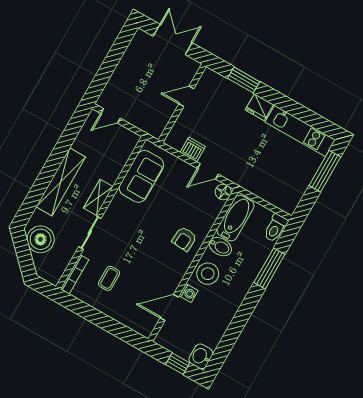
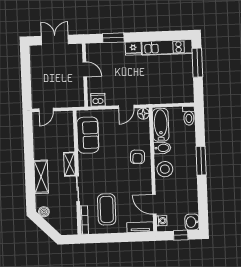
door: (186, 96) -> (85, 69), swing flipped
dishwasher: (193, 150) -> (98, 100), moved
shelving: (61, 182) -> (41, 177), width x0.68
boiler: (41, 239) -> (44, 212), width x0.54, depth x0.54
window: (269, 268) -> (201, 161), moved
coffee table: (109, 278) -> (107, 209), width x1.86, depth x1.72
washing machine: (188, 293) -> (162, 221), moved
door: (169, 307) -> (154, 204), hinge flipped
tv unit: (136, 324) -> (140, 227), added

